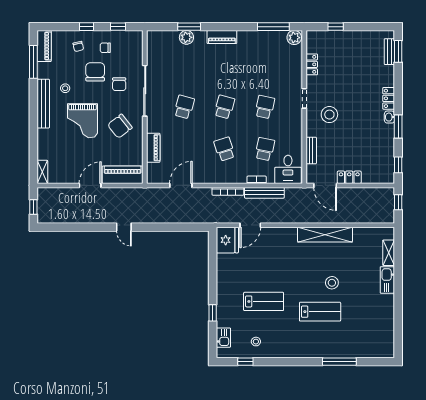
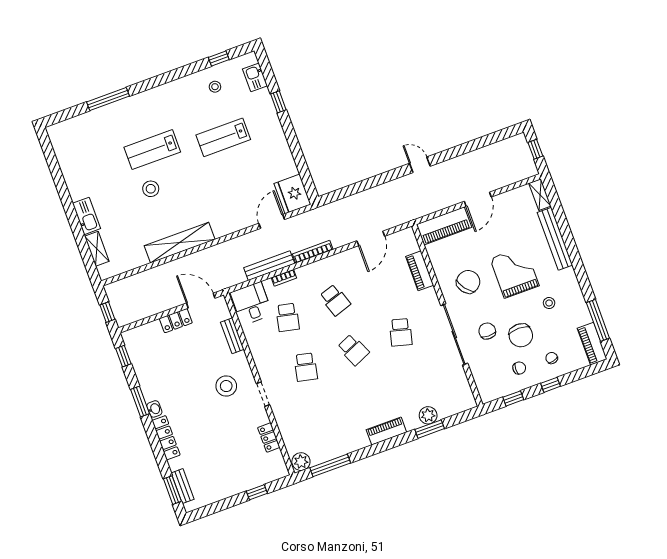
locker: (389, 98) -> (166, 438), width x1.53
bench: (43, 104) -> (555, 239), moved
school desk: (224, 107) -> (353, 350), turned -39

